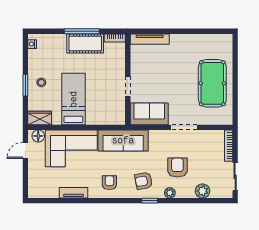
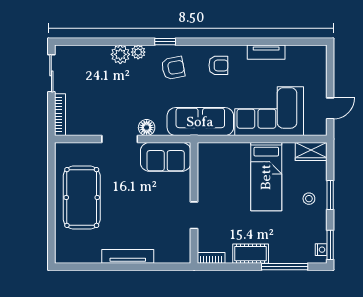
window: (82, 31) -> (285, 267), moved
tv unit: (150, 39) -> (128, 256), moved
cot: (85, 43) -> (251, 254), width x0.73, depth x0.75
window: (25, 48) -> (330, 245), added
doorway: (128, 86) -> (194, 215), moved
floor lamp: (38, 136) -> (147, 128), moved
armchair: (177, 167) -> (128, 86), removed
armchair: (109, 183) -> (218, 65), turned -90
plant: (202, 191) -> (120, 54), moved

